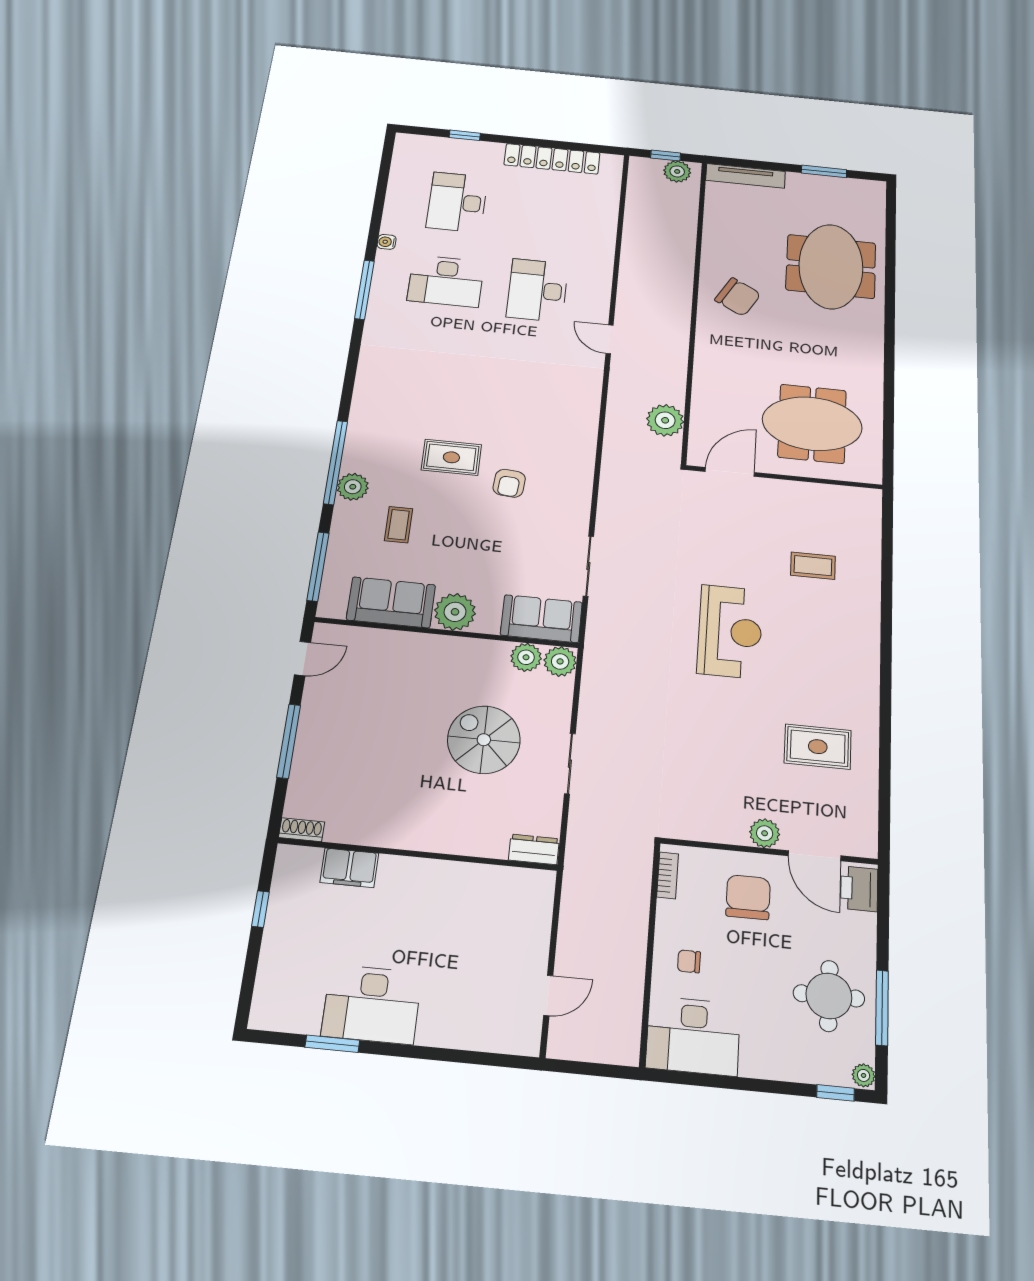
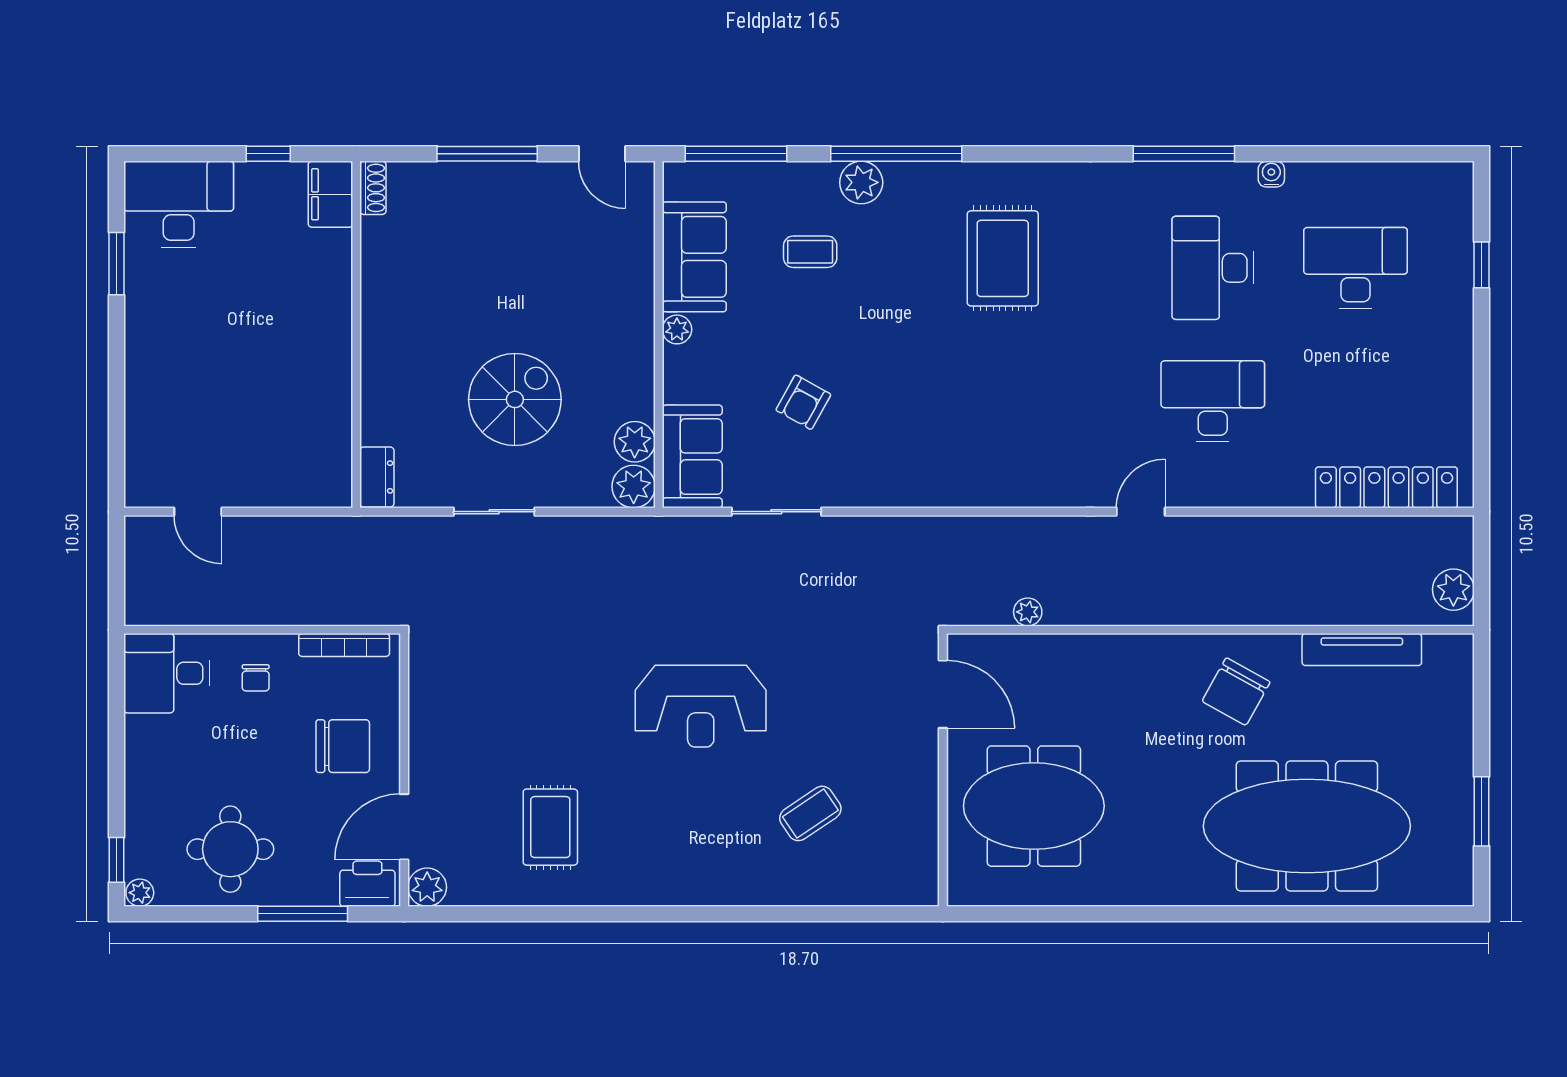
window: (666, 155) -> (1482, 570), removed
locker: (552, 159) -> (1386, 487), moved, turned 90
tv unit: (746, 176) -> (1362, 650), moved, turned -90
meeting table: (831, 266) -> (1307, 826), width x1.36
plant: (665, 420) -> (1028, 612), width x0.53, depth x0.53
meeting table: (812, 424) -> (1034, 806), turned 90
rug: (451, 457) -> (1003, 258), moved, width x1.36, depth x1.43
armchair: (509, 483) -> (803, 402), moved, turned -66
coffee table: (813, 566) -> (810, 813), turned 56
plant: (455, 612) -> (677, 329), width x0.53, depth x0.53
plant: (765, 833) -> (427, 887), moved
filing cabinet: (349, 868) -> (330, 194), moved
bookcase: (668, 875) -> (344, 645), width x1.56
chair: (689, 961) -> (256, 678), turned 180
desk: (372, 1004) -> (179, 204), moved, turned 90
window: (882, 1008) -> (303, 914), moved
desk: (693, 1036) -> (167, 673), width x0.73

